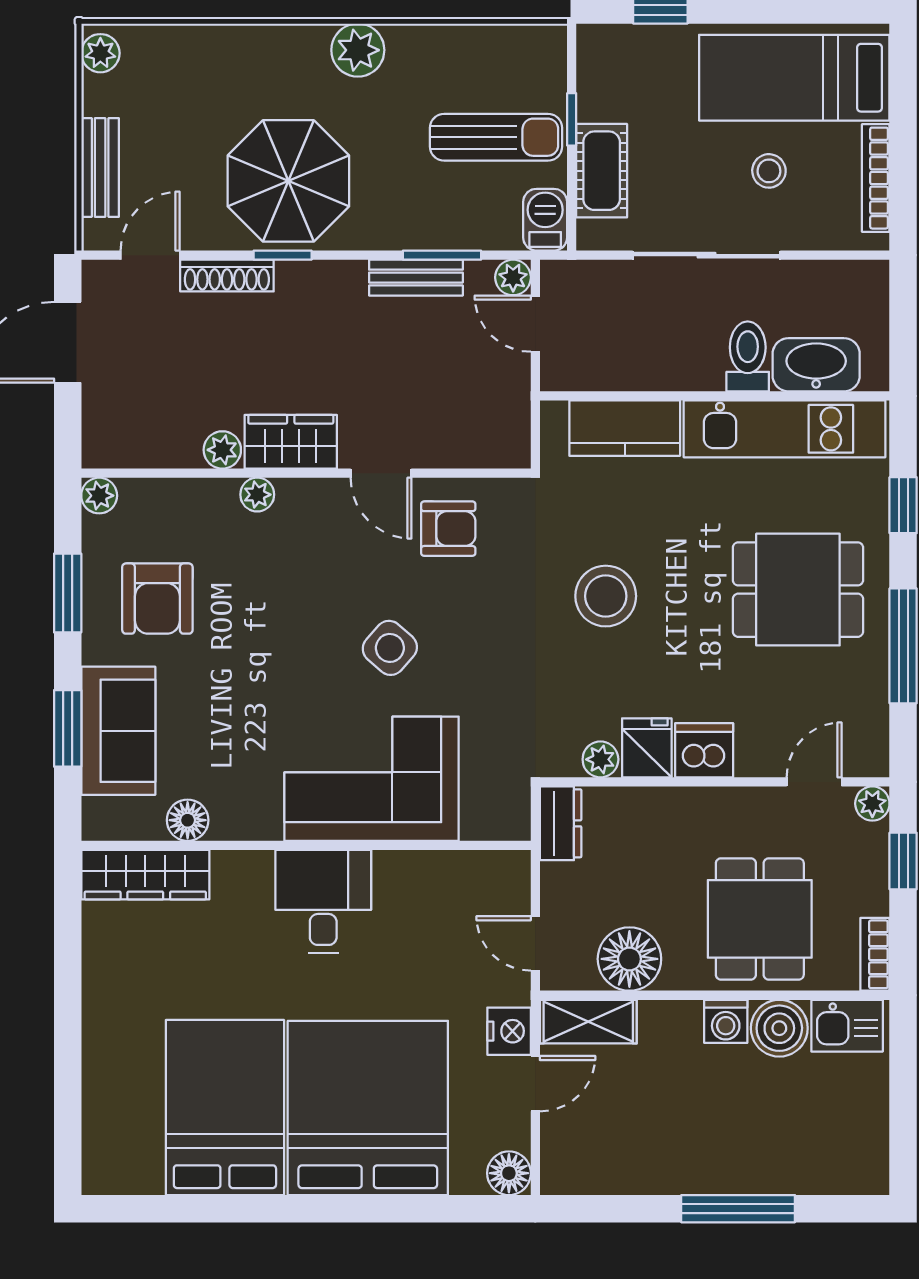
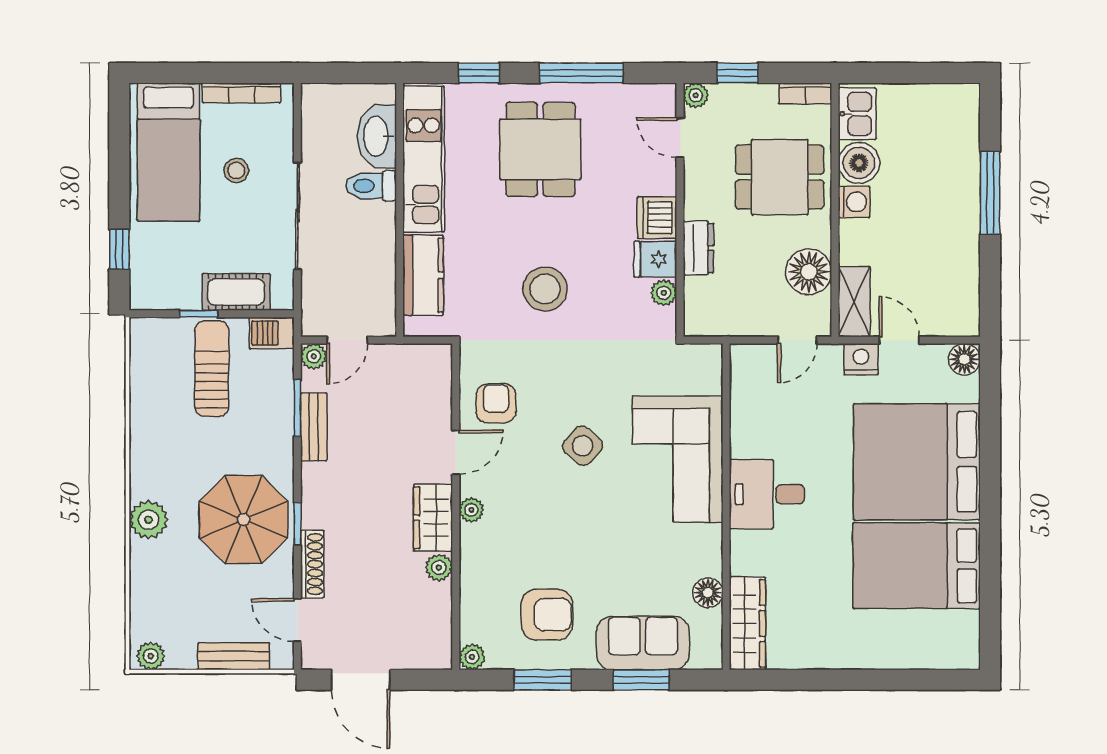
plant: (358, 50) -> (148, 520), moved
plant: (257, 495) -> (471, 510), moved
dresser: (561, 823) -> (698, 248), moved, turned 90

